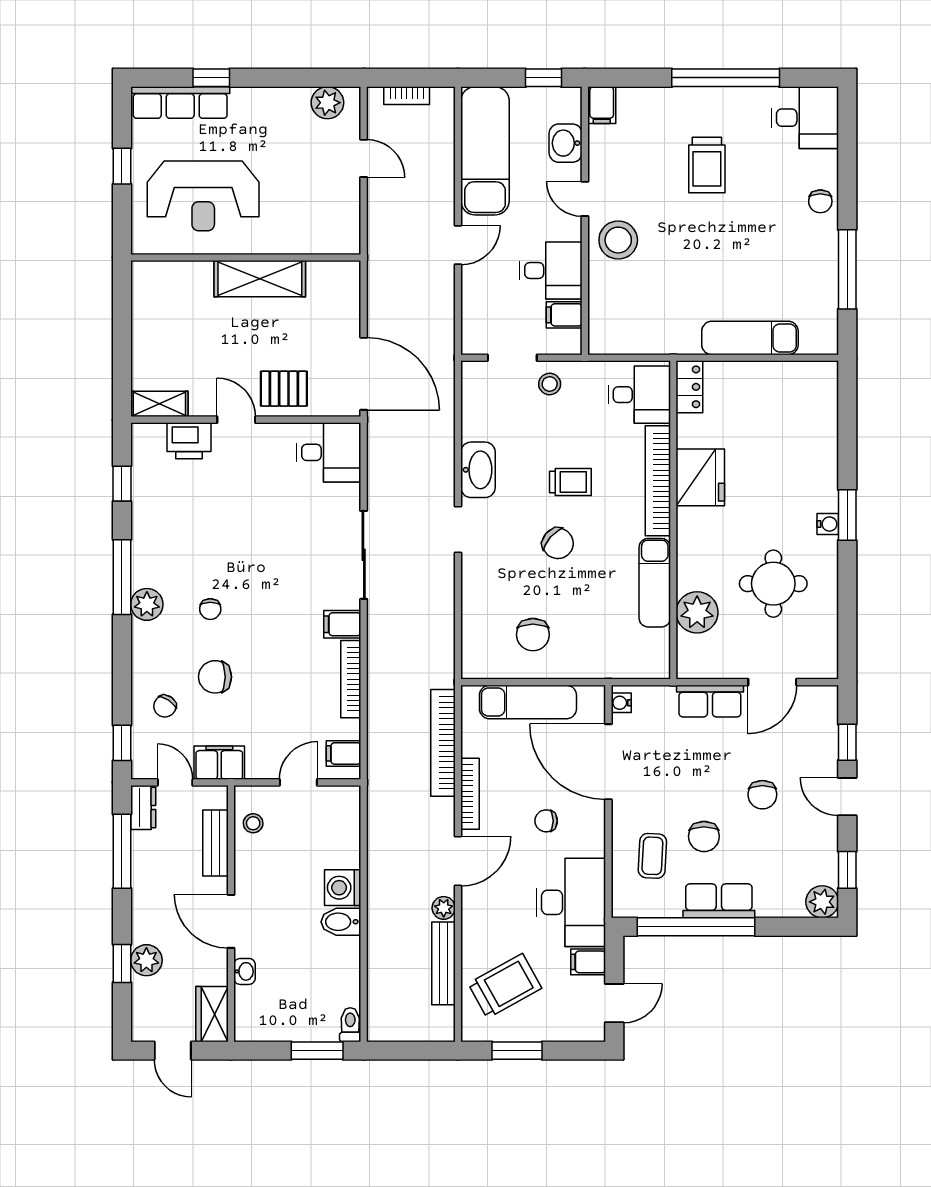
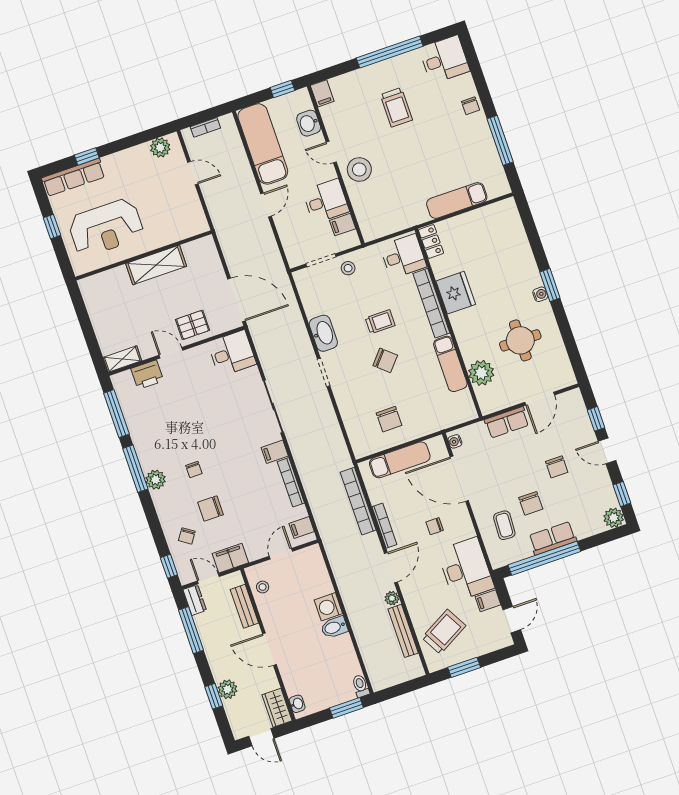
window: (122, 484) -> (116, 414), width x2.17
washbasin: (245, 971) -> (297, 704), moved

